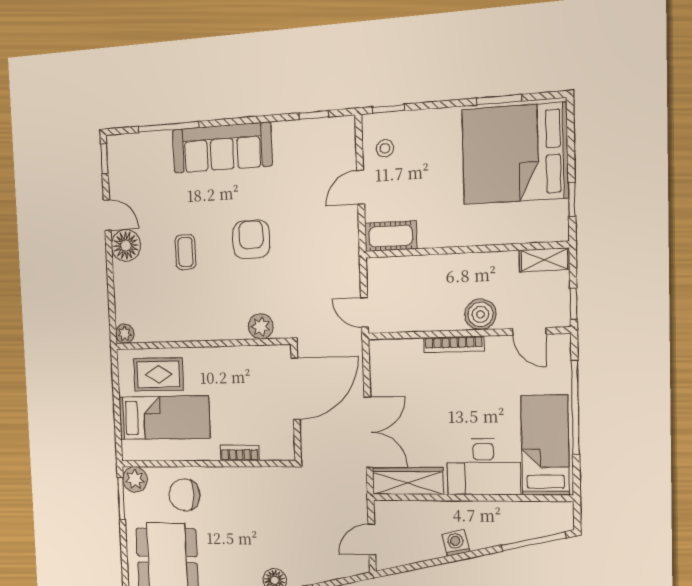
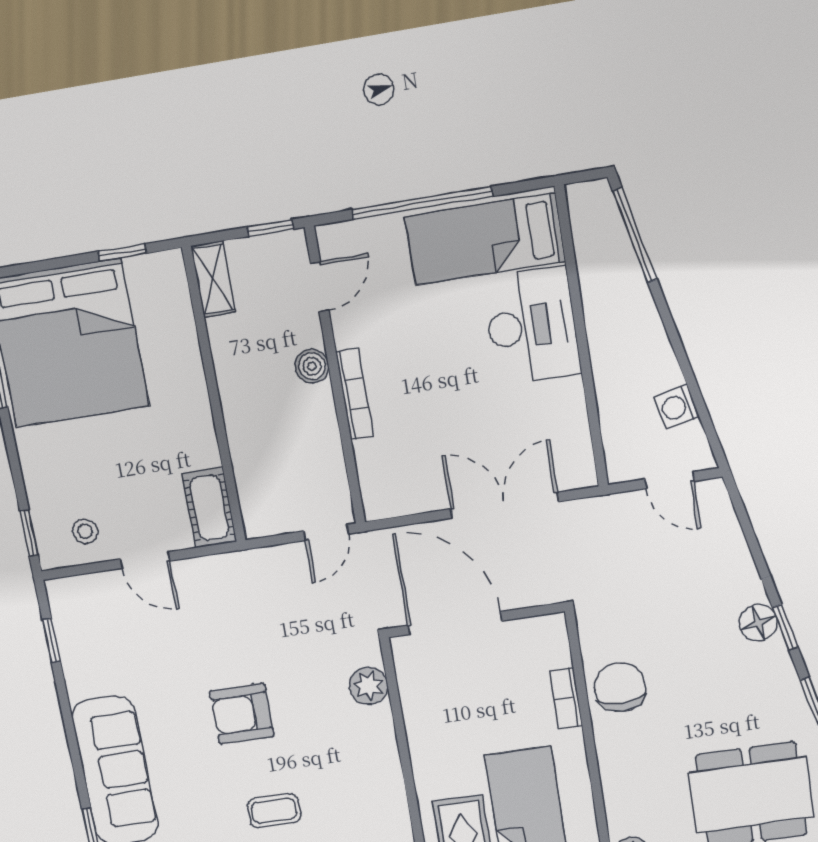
boiler: (480, 314) -> (312, 366), width x0.73, depth x0.73
wardrobe: (408, 481) -> (570, 437), removed
chair: (184, 495) -> (620, 687), moved, turned 180
washing machine: (456, 543) -> (677, 407), moved

